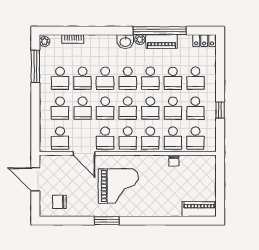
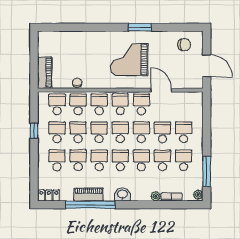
plant: (140, 40) -> (156, 196), moved
school desk: (60, 138) -> (184, 104), removed
piano: (199, 209) -> (45, 73), moved, turned -90

